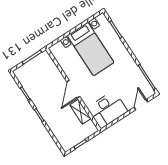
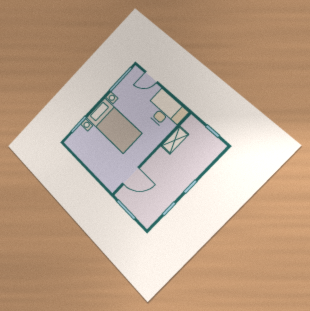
bed with nightstands: (91, 49) -> (114, 125), moved, turned 90
door: (73, 89) -> (131, 176), moved

